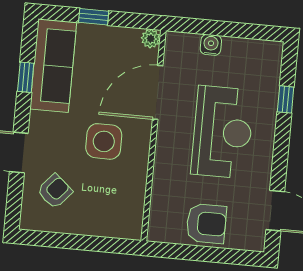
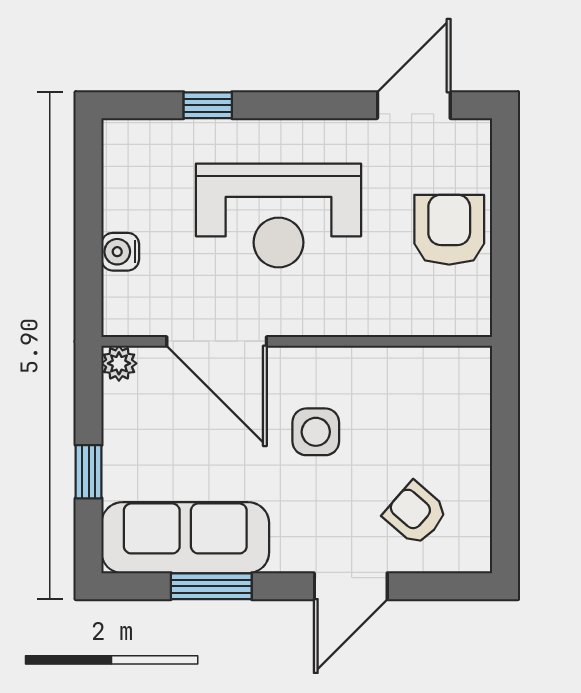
window: (26, 77) -> (211, 586), width x1.50
reception desk: (222, 132) -> (278, 215), turned 180
side table: (104, 141) -> (316, 432), width x0.73, depth x0.73

